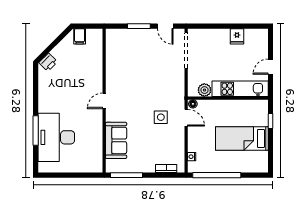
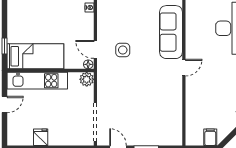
plant: (204, 90) -> (87, 79), moved
bed: (242, 138) -> (35, 56), moved
sofa: (116, 140) -> (171, 32), width x1.36

